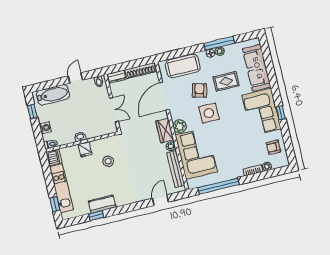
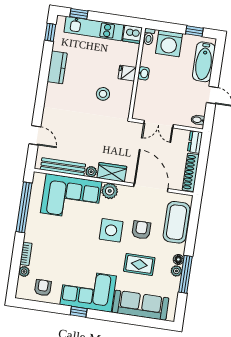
rug: (226, 81) -> (139, 264), turned 90
armchair: (199, 90) -> (141, 230), turned -104
washing machine: (45, 128) -> (169, 44), width x1.89, depth x1.89
window: (96, 216) -> (50, 32), moved

